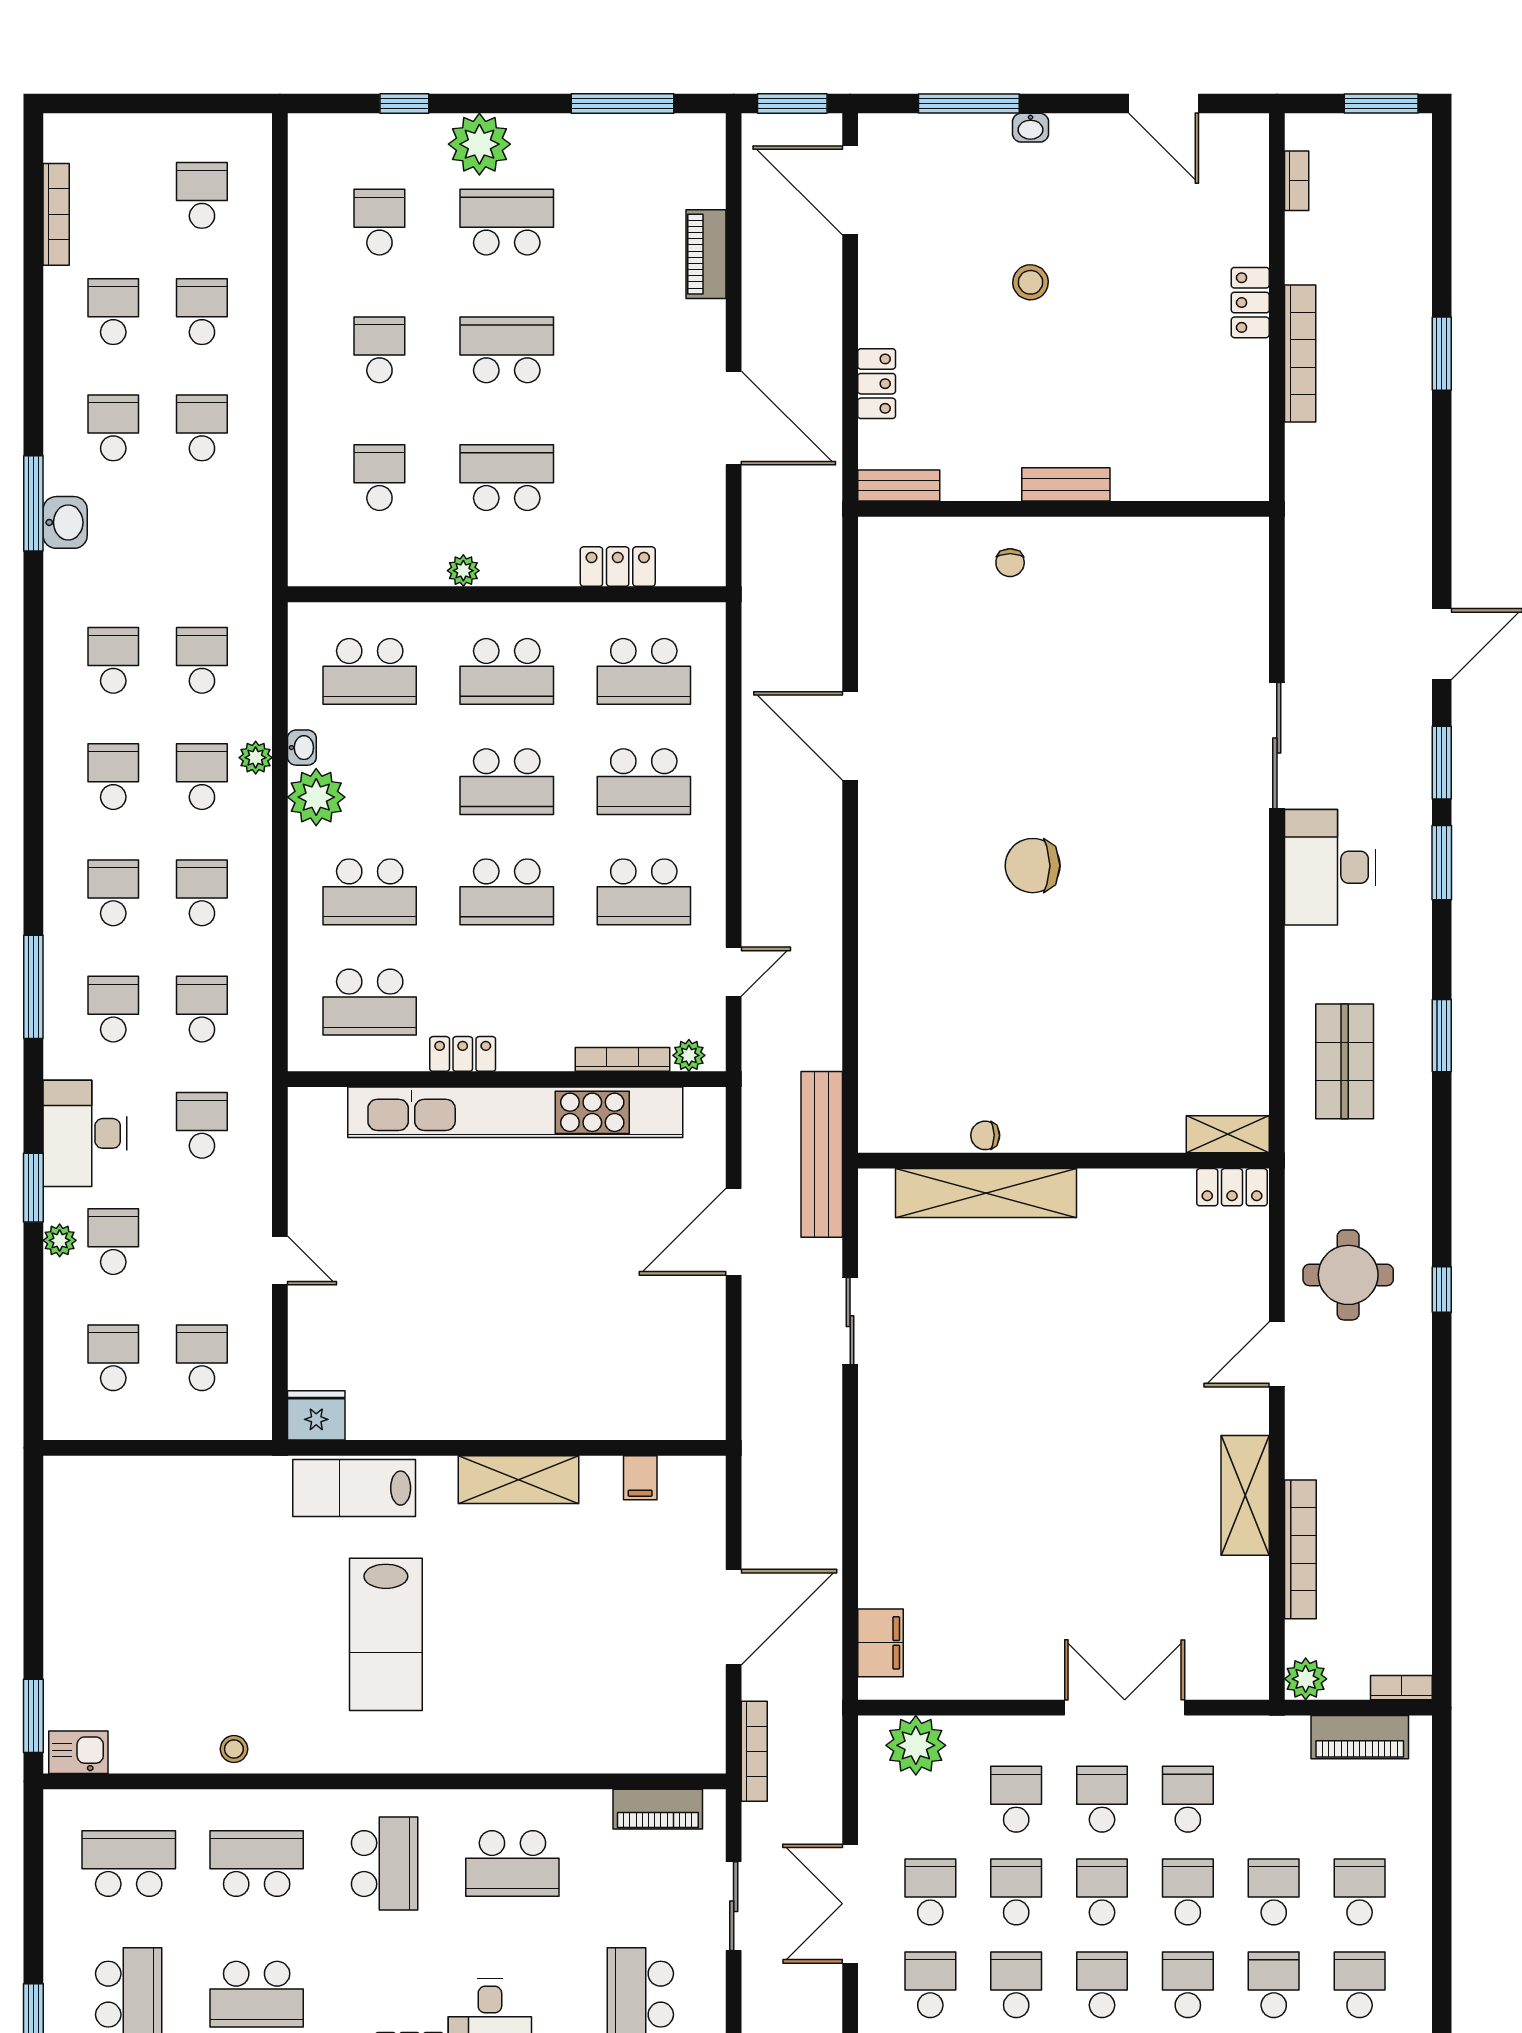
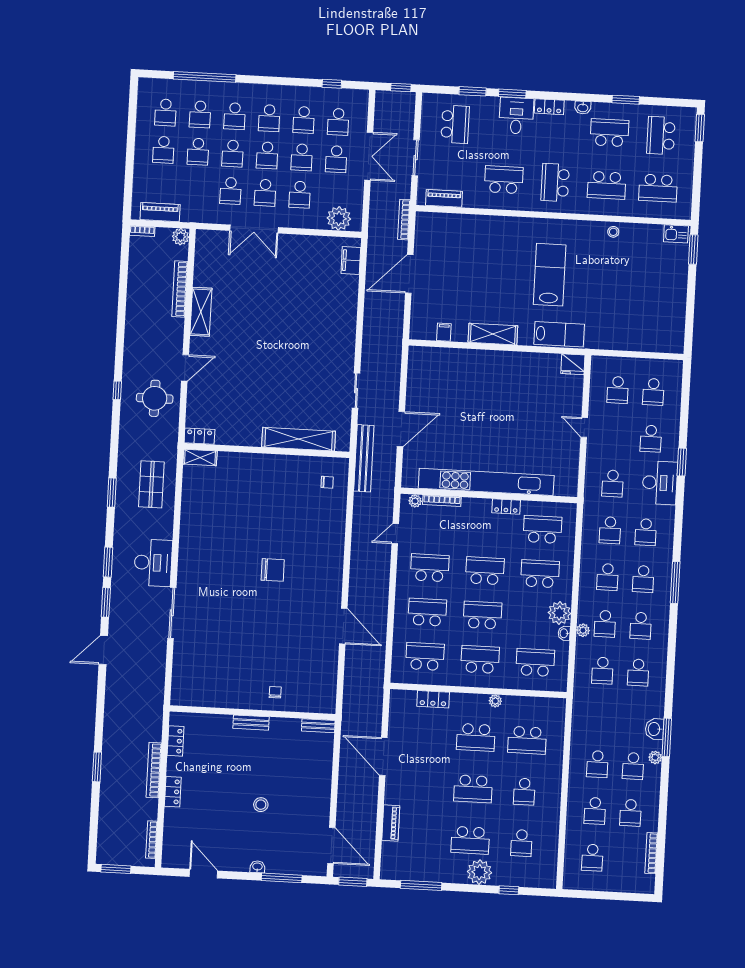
bookcase: (1297, 181) -> (152, 840), width x1.56
locker: (877, 384) -> (176, 741), moved, turned 180
school desk: (379, 478) -> (527, 740), width x1.85
window: (33, 987) -> (675, 582), moved
chair: (985, 1135) -> (327, 482), moved
plant: (60, 1240) -> (655, 757), moved

